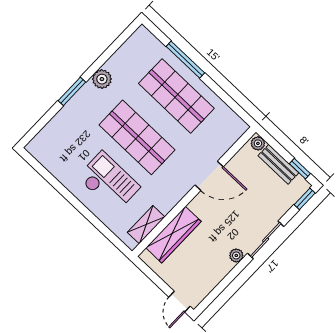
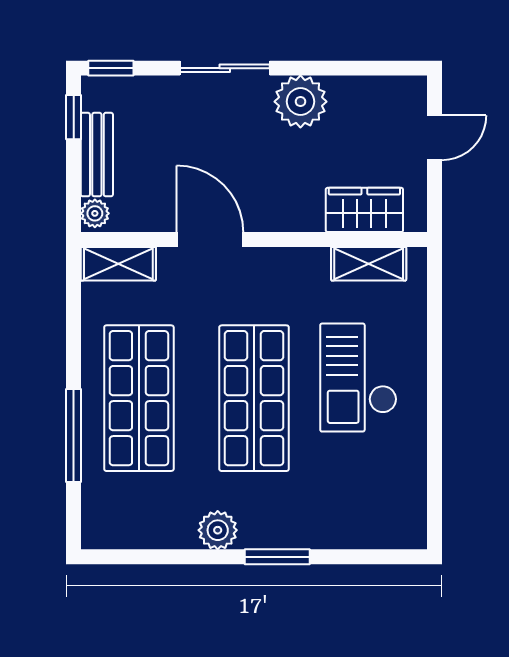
shelving: (232, 135) -> (118, 264), added
wardrobe: (173, 235) -> (364, 210), width x0.67
plant: (236, 255) -> (300, 102), width x1.87, depth x1.87
door: (180, 302) -> (435, 138), moved

